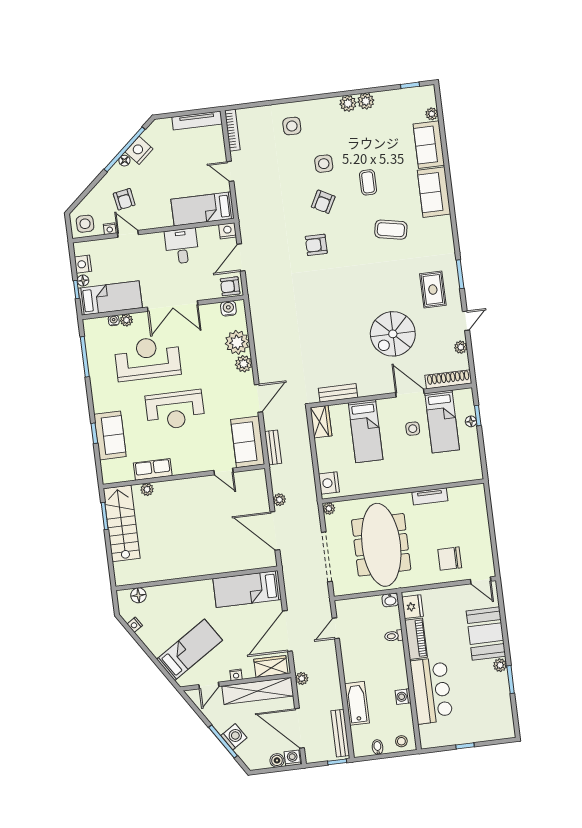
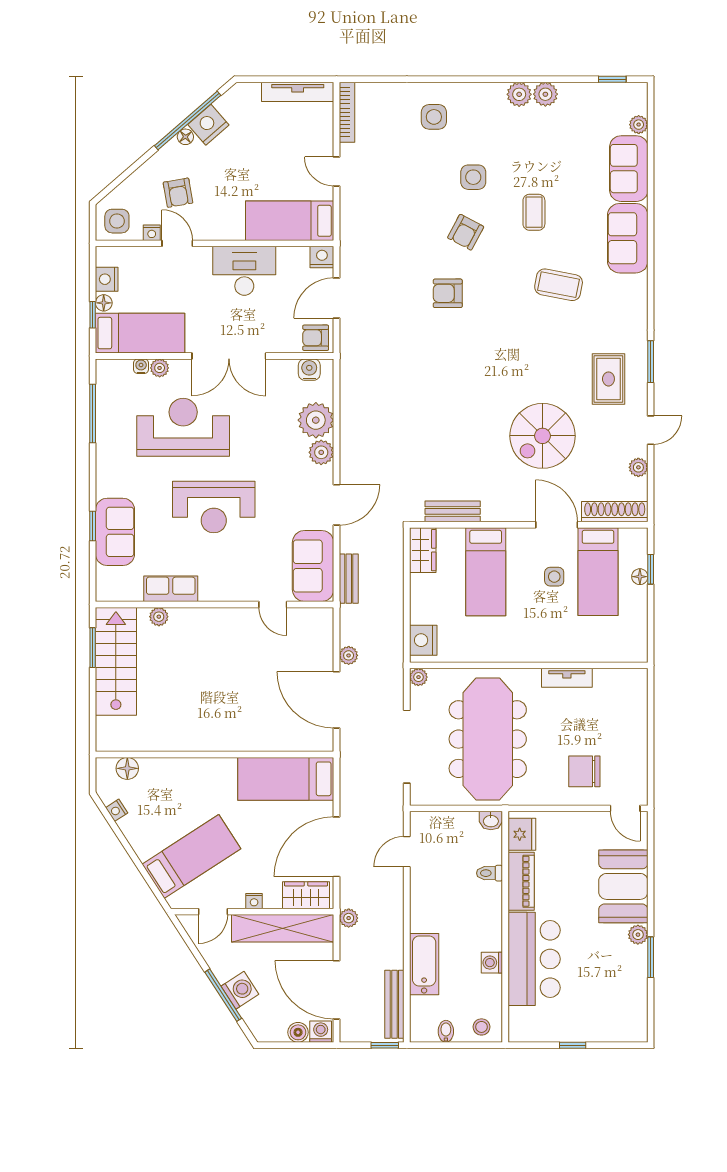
desk: (182, 246) -> (244, 271), width x1.37

